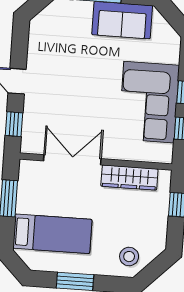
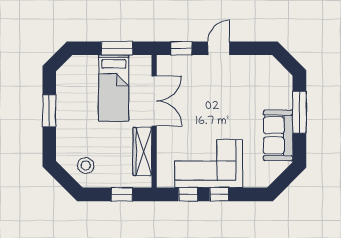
bed: (52, 234) -> (114, 88), moved
stool: (129, 257) -> (86, 166), moved

